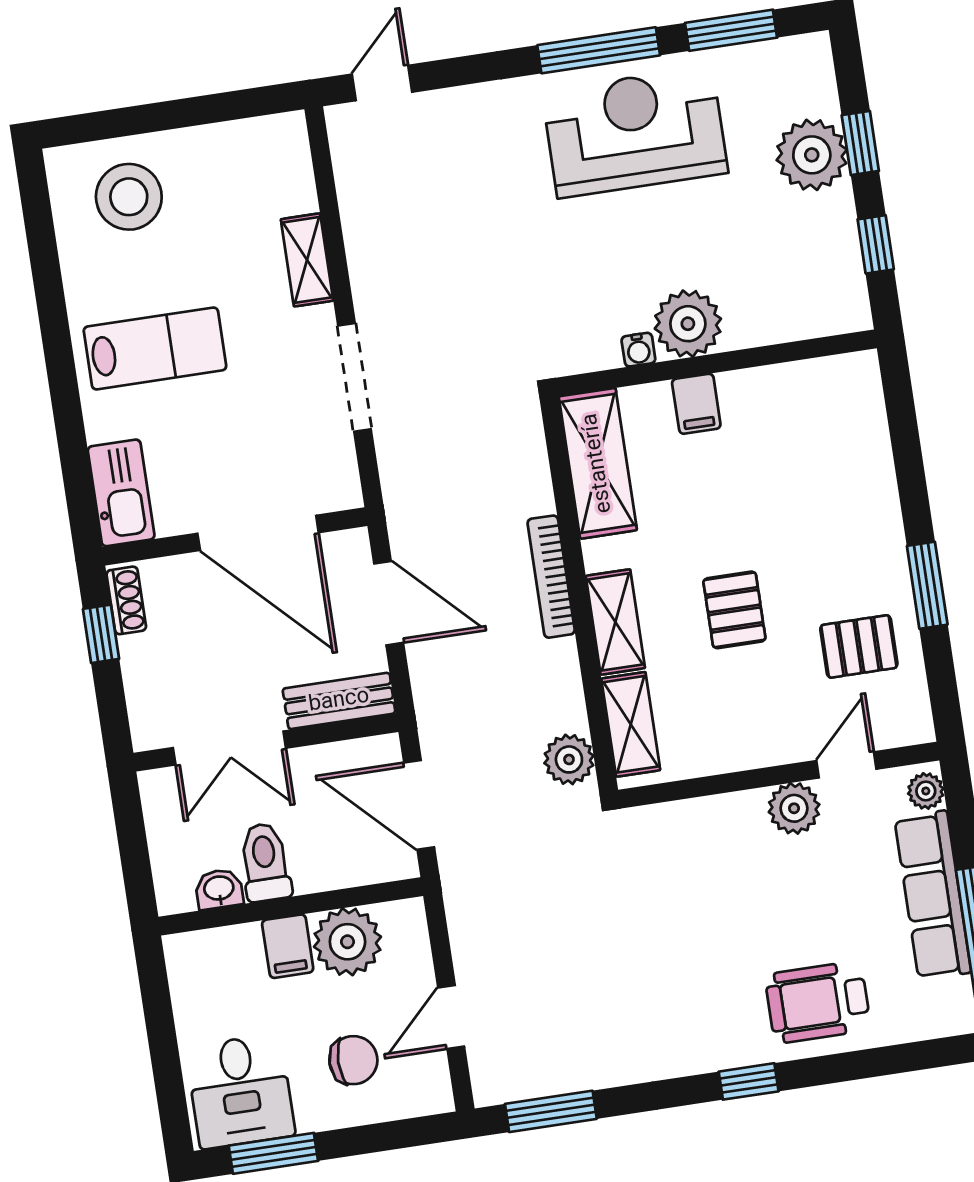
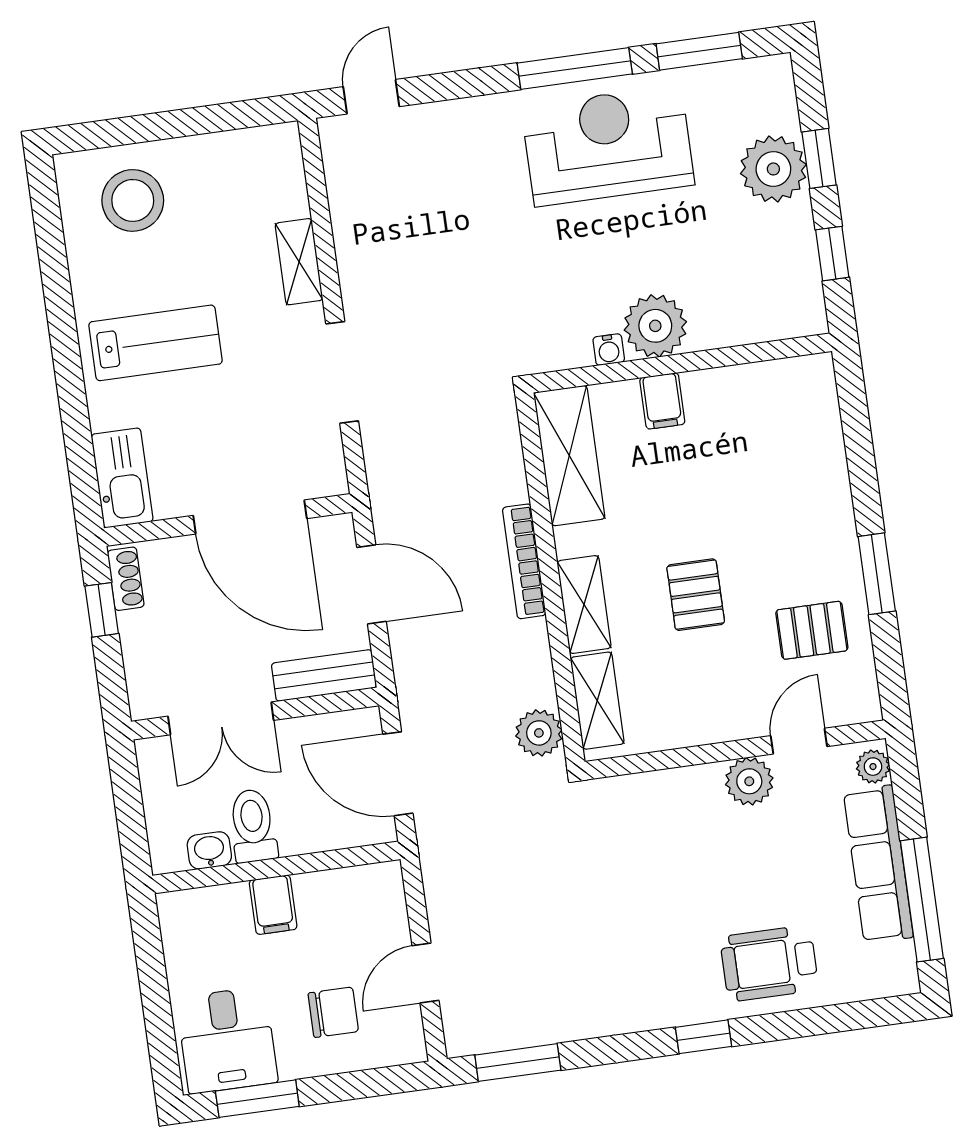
plant: (347, 942) -> (329, 901), removed

